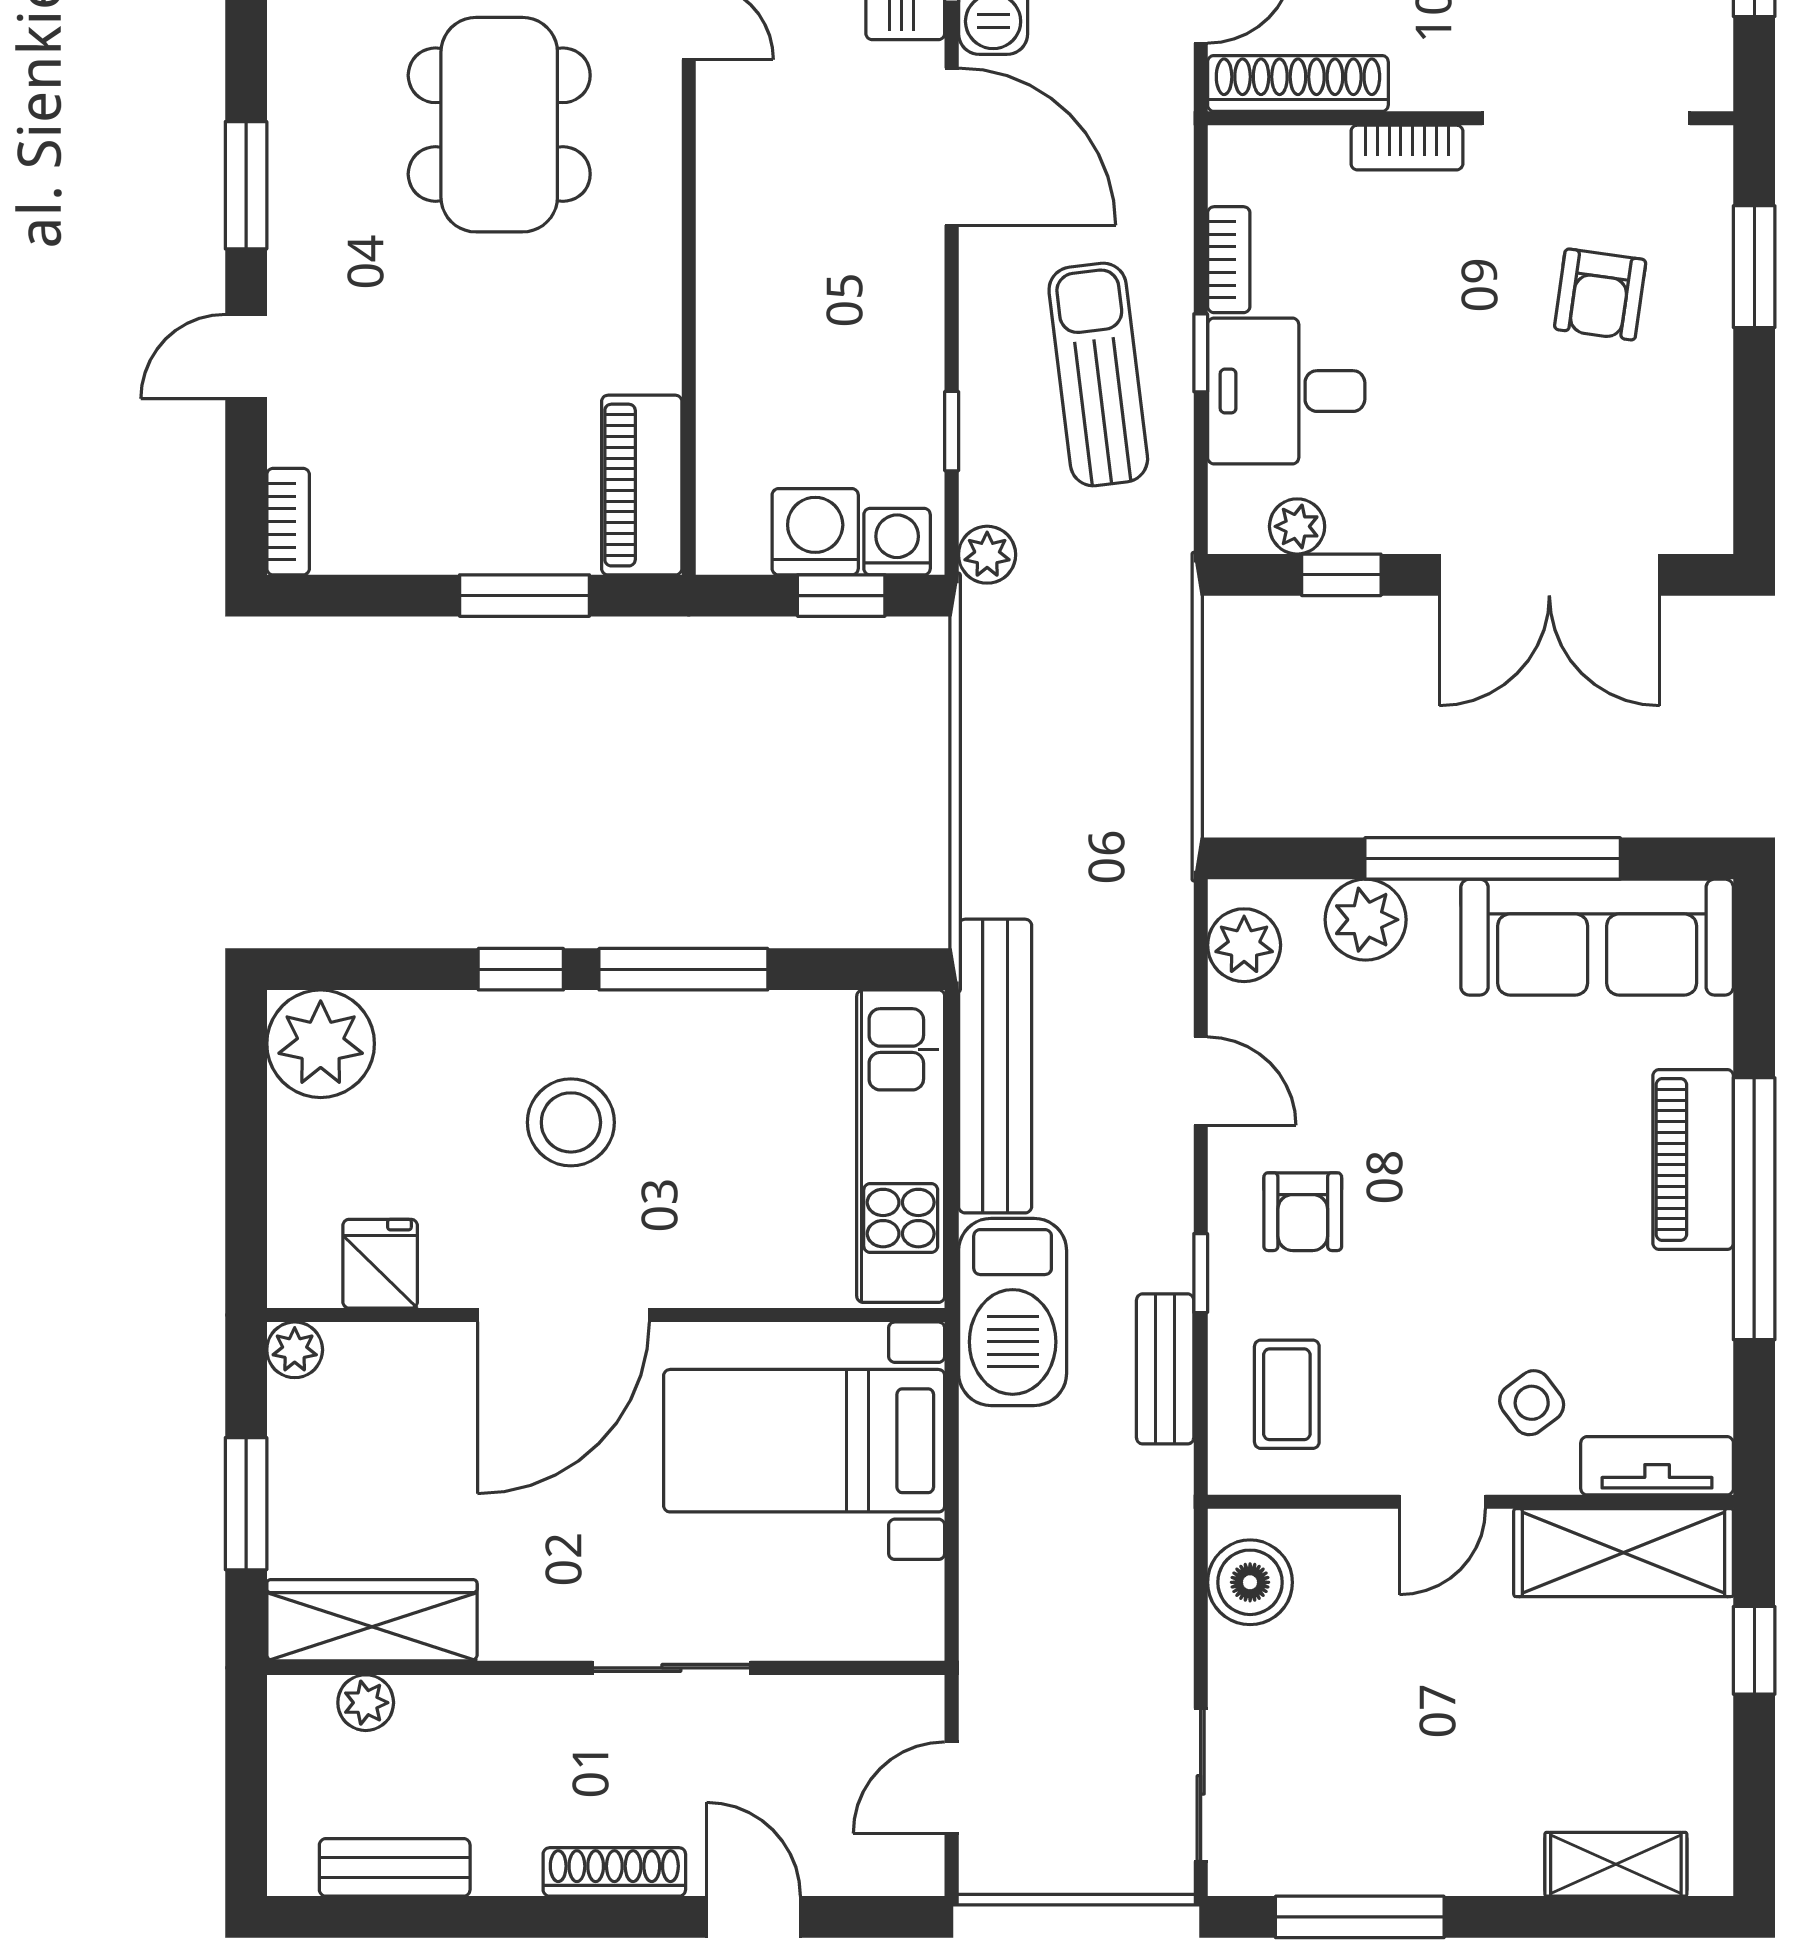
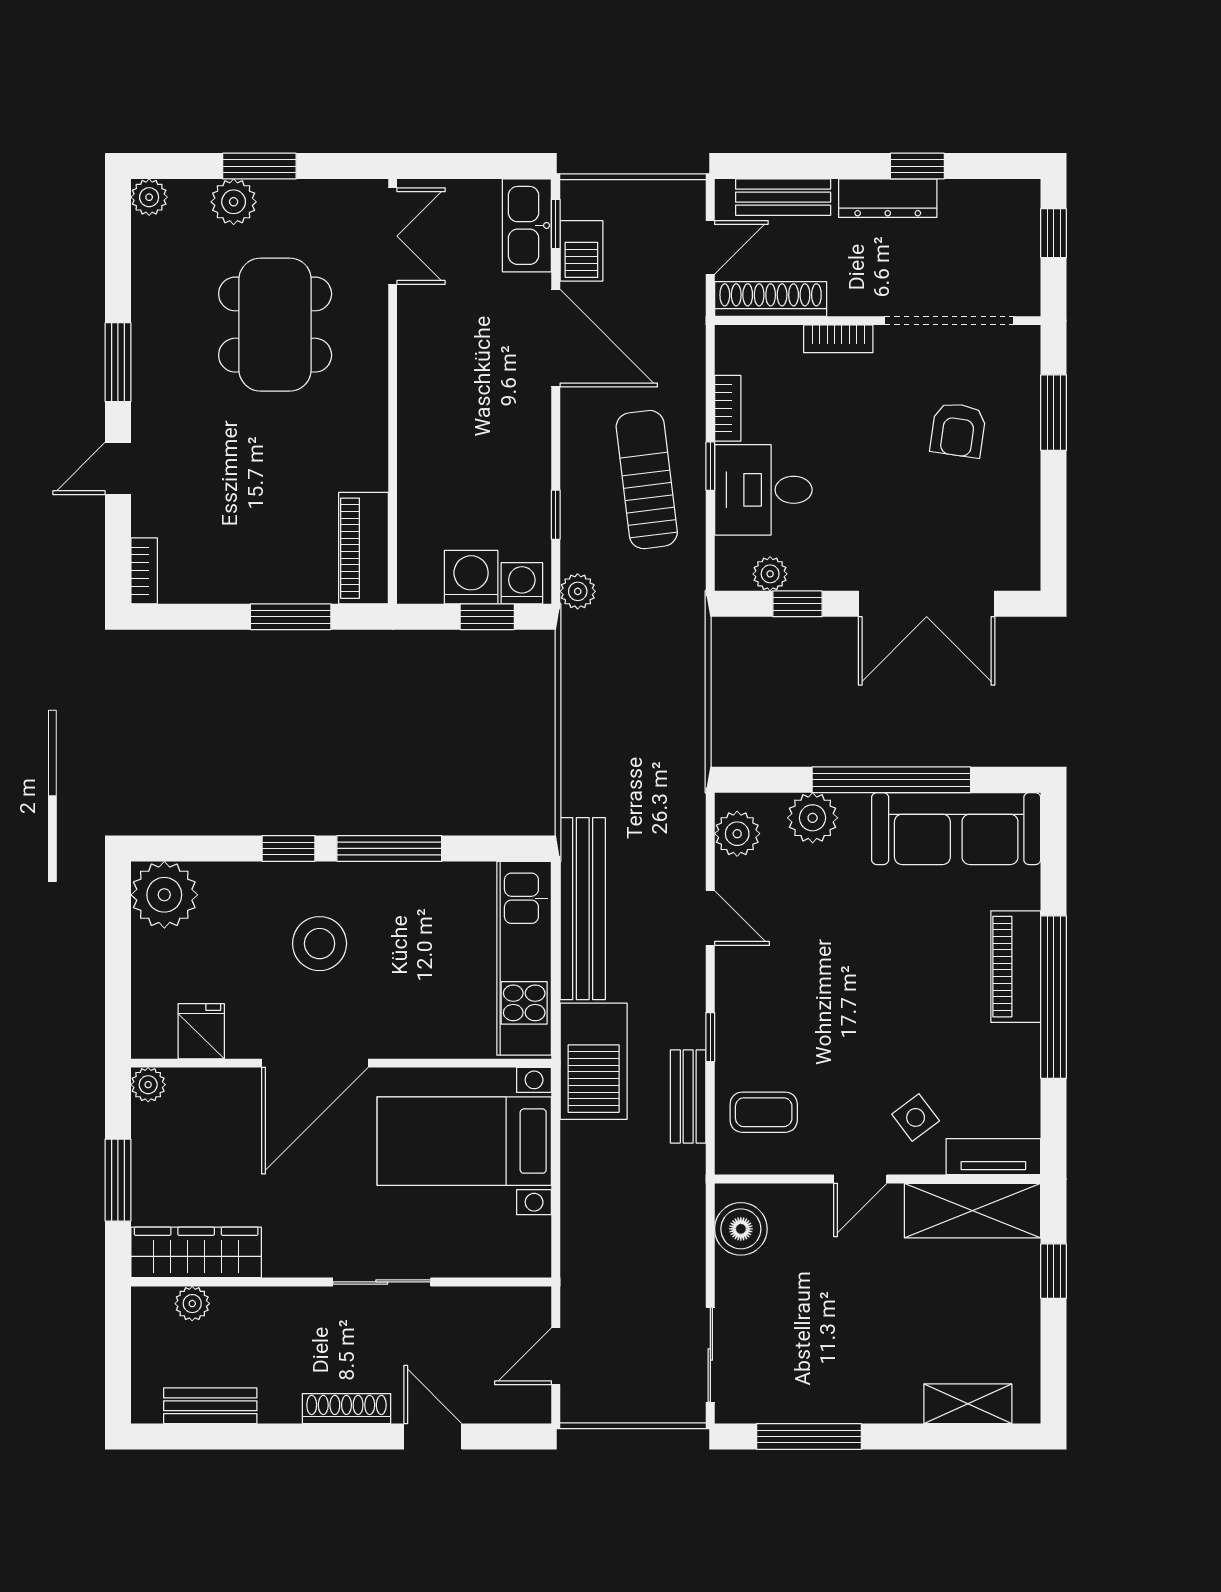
armchair: (1303, 1212) -> (774, 999), removed
coffee table: (1287, 1394) -> (764, 1112), turned 90

